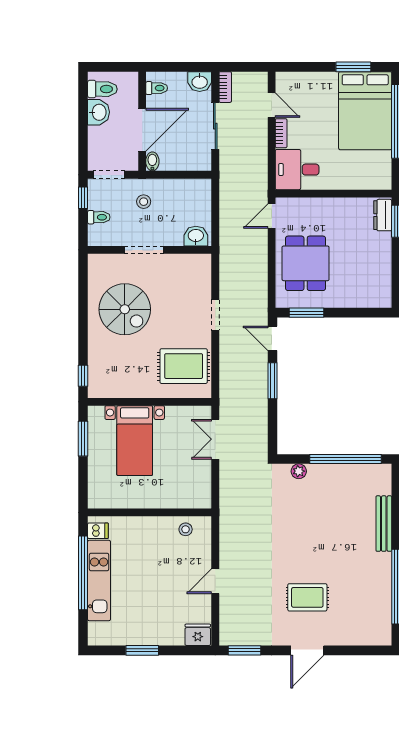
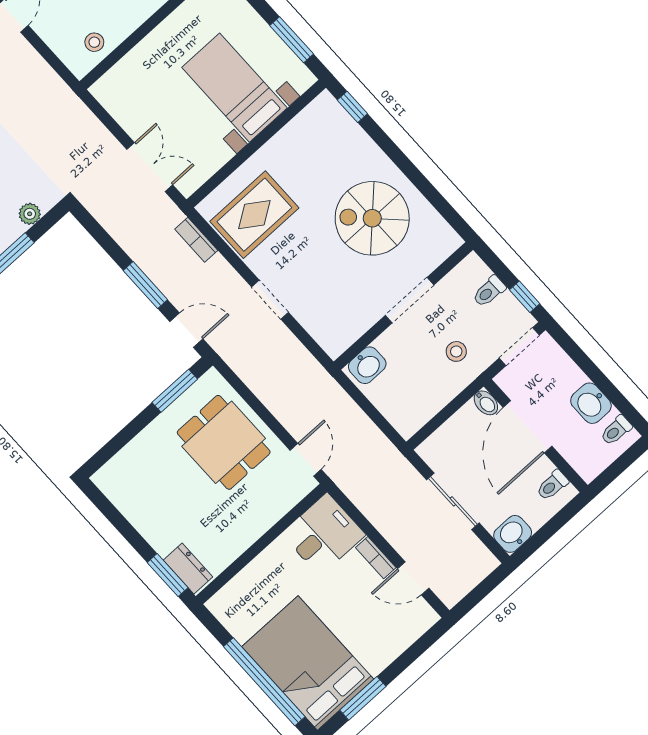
bookcase: (225, 87) -> (196, 240), moved
toilet: (102, 89) -> (616, 430), width x0.73, depth x0.72

